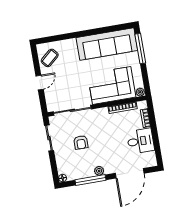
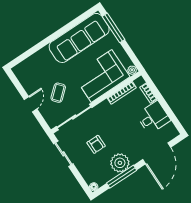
coffee table: (50, 58) -> (58, 93), moved
plant: (99, 171) -> (120, 163), width x1.88, depth x1.88

